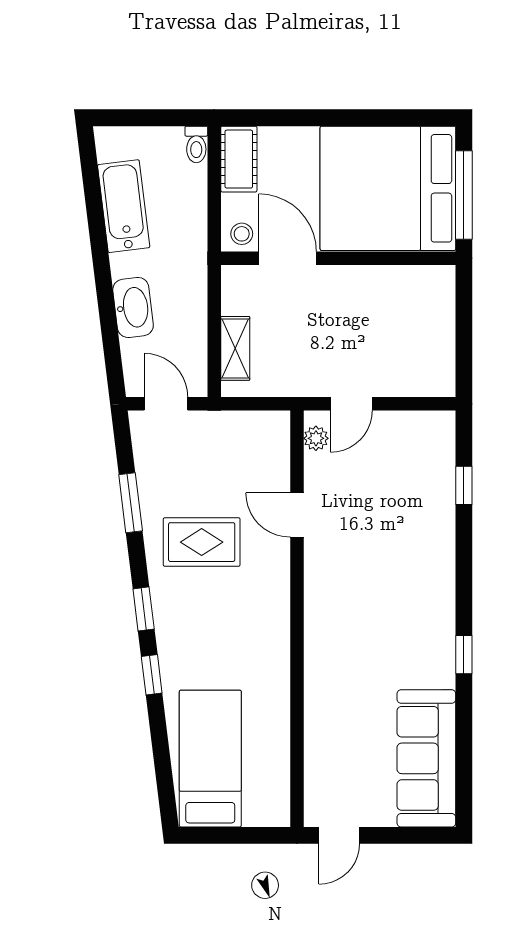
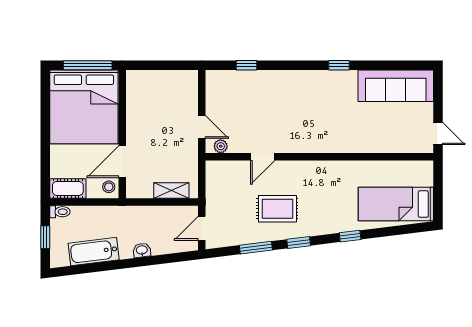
window: (150, 118) -> (45, 237), added
washbasin: (133, 307) -> (142, 250), width x0.52, depth x0.69
rug: (202, 542) -> (277, 209), turned 90
window: (144, 609) -> (299, 242), moved

